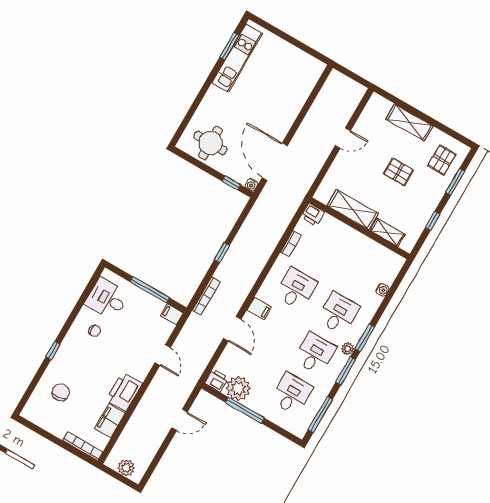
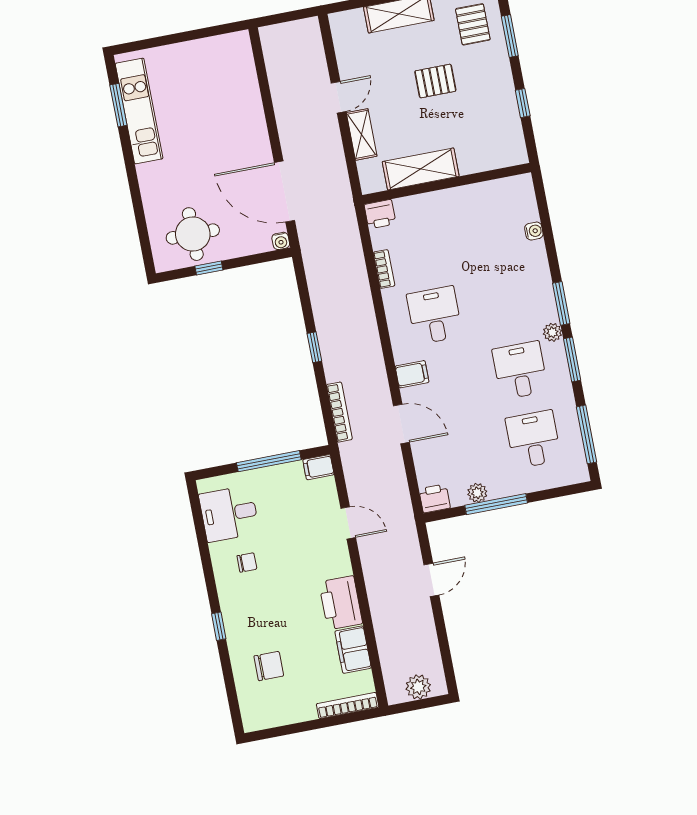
window: (231, 183) -> (209, 268), moved
shelving: (387, 232) -> (362, 134), moved, turned 90
desk: (338, 313) -> (507, 301), removed
plant: (238, 388) -> (477, 493), width x0.53, depth x0.53
chair: (61, 392) -> (269, 666), turned 98

